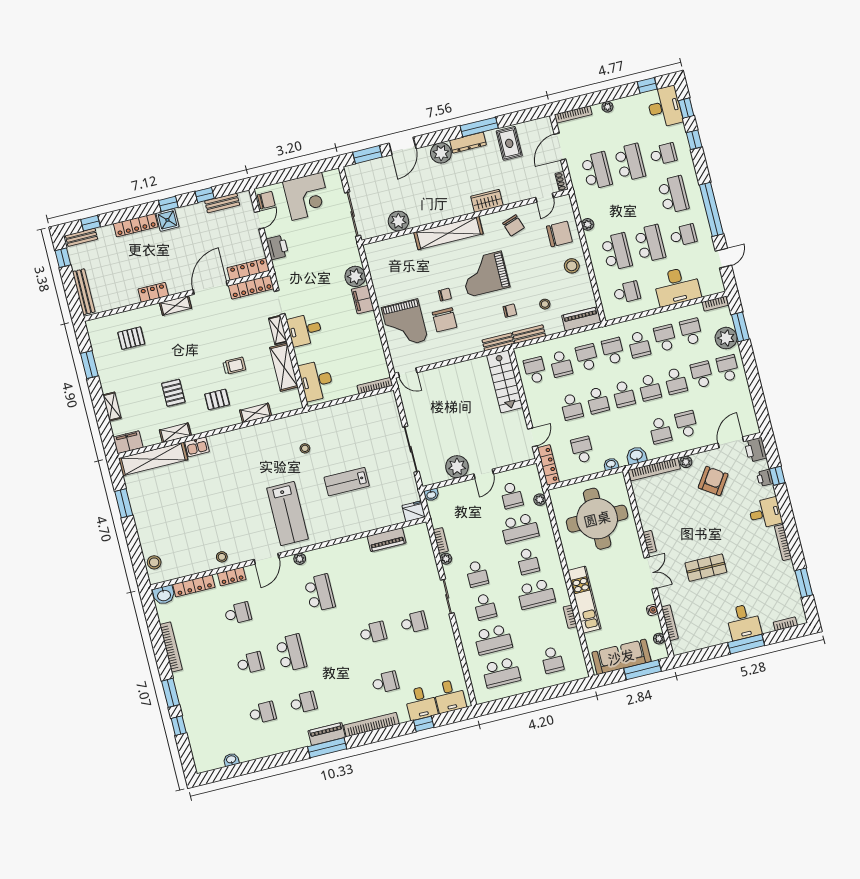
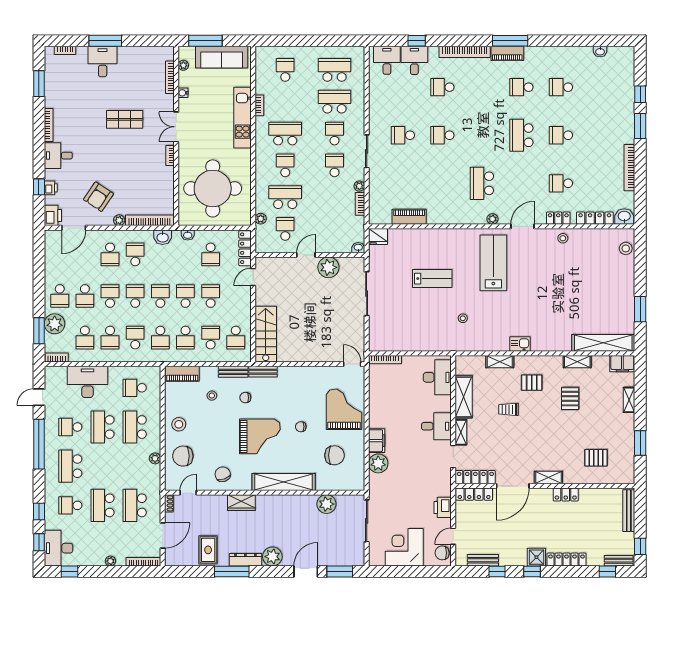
chair: (445, 320) -> (335, 455), moved, turned 90
kitchen sink: (197, 447) -> (520, 344), moved

